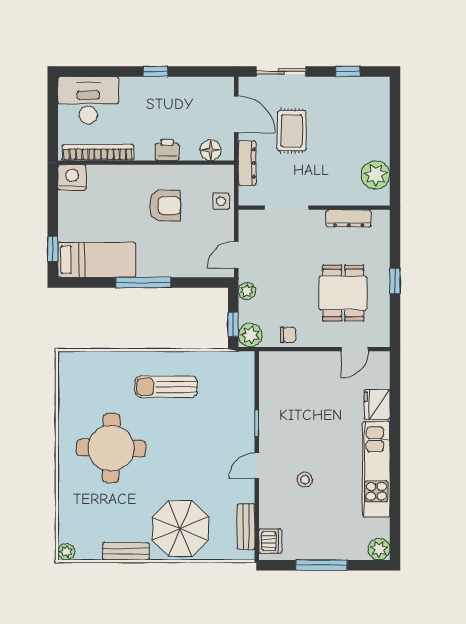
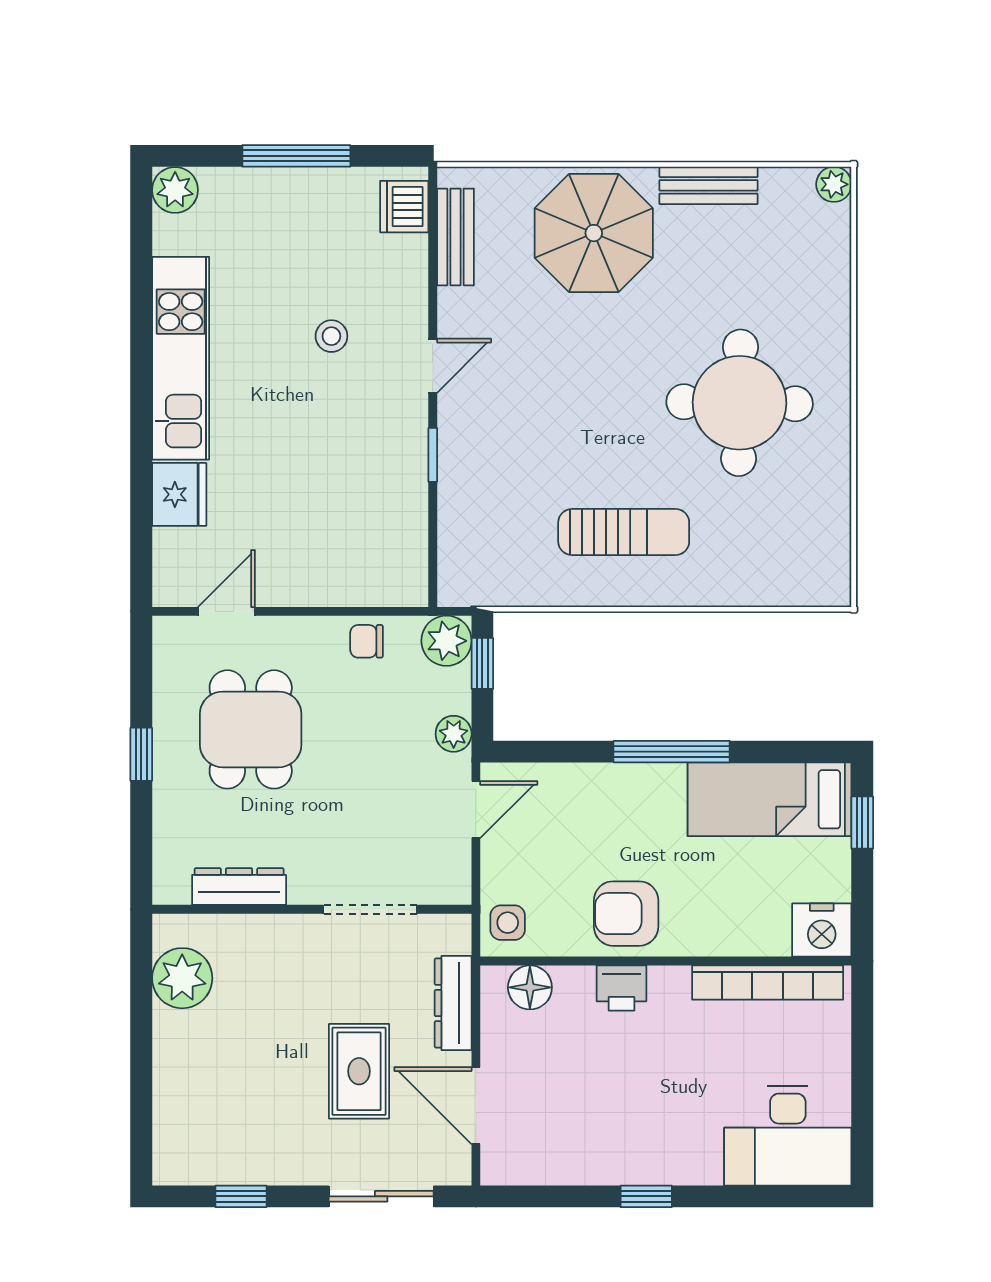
printer: (167, 150) -> (621, 988), moved
floor lamp: (211, 150) -> (530, 987), moved
bookcase: (98, 152) -> (768, 983), moved
wall: (146, 163) -> (666, 961), moved
nightstand: (72, 177) -> (822, 930), moved

